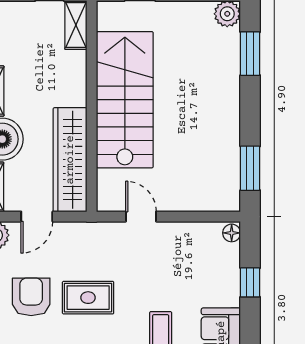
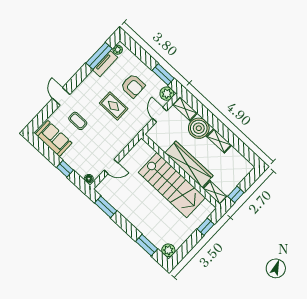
wardrobe: (70, 160) -> (189, 164), moved
door: (141, 217) -> (111, 167), moved
rug: (88, 298) -> (114, 106), turned 90

